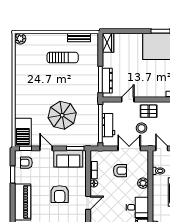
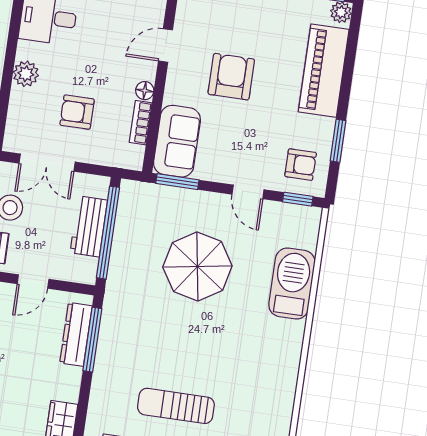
barbecue: (23, 132) -> (292, 284), moved
sofa: (68, 159) -> (177, 141), moved, turned 90

